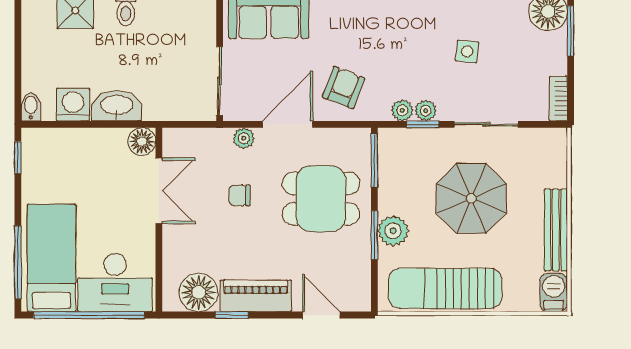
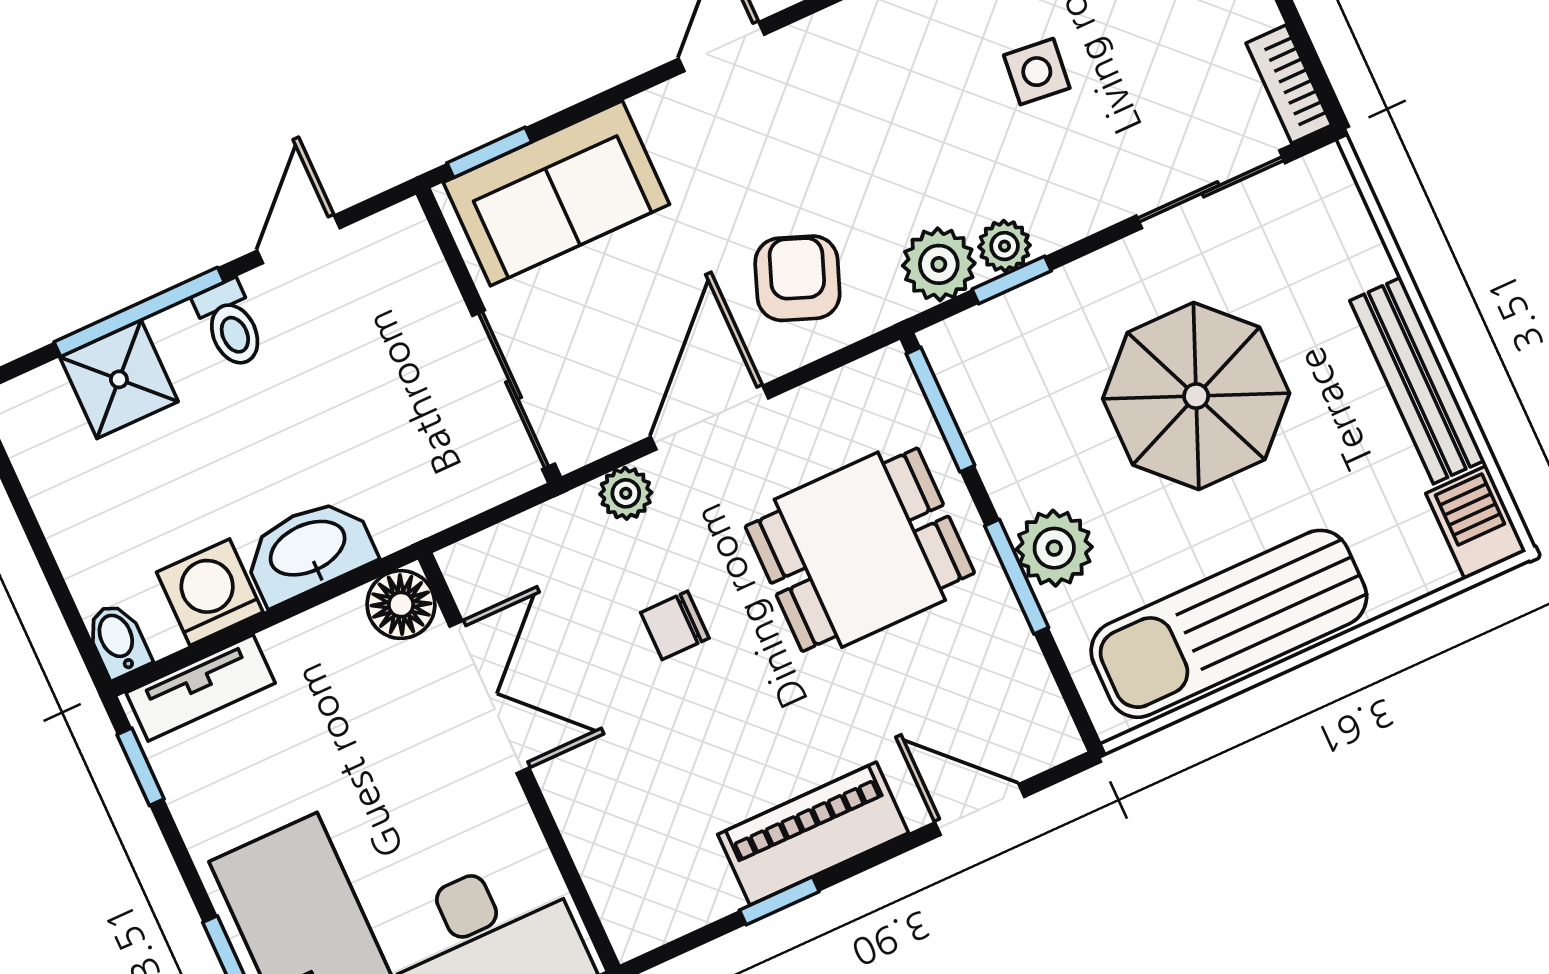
plant: (402, 110) -> (939, 264), width x1.38, depth x1.38
sliding door: (486, 124) -> (1211, 189), moved
tv unit: (53, 139) -> (201, 688), added
floor lamp: (199, 292) -> (682, 884), removed

